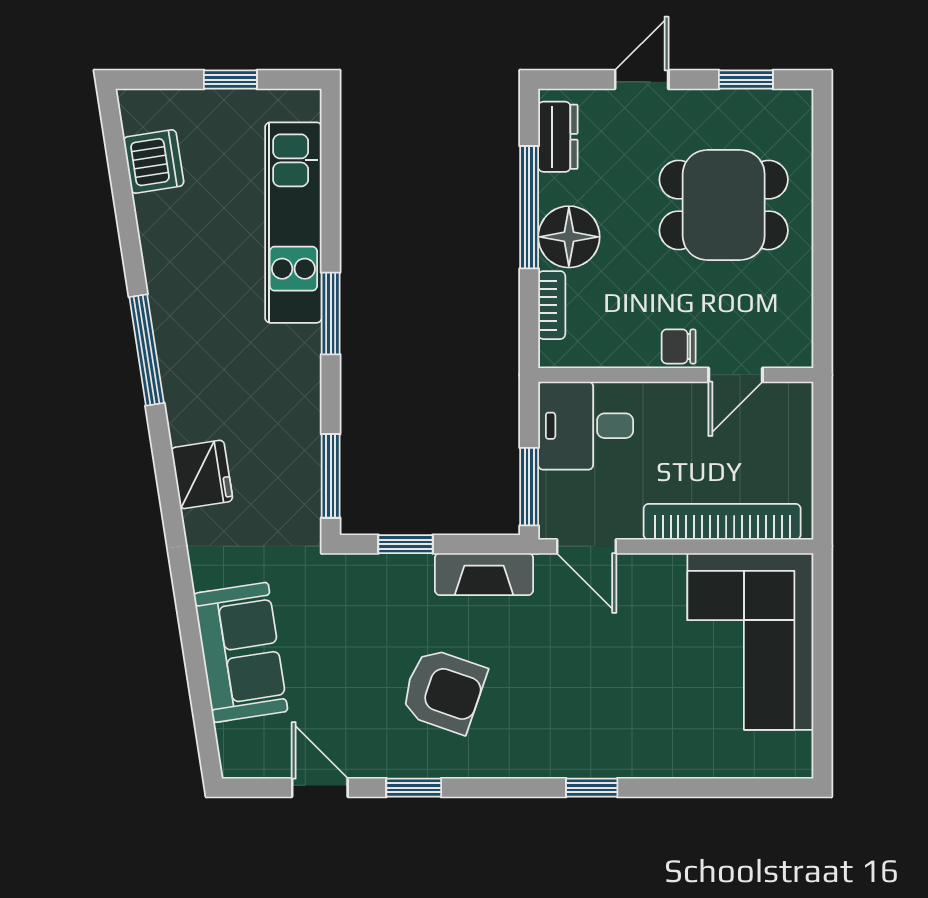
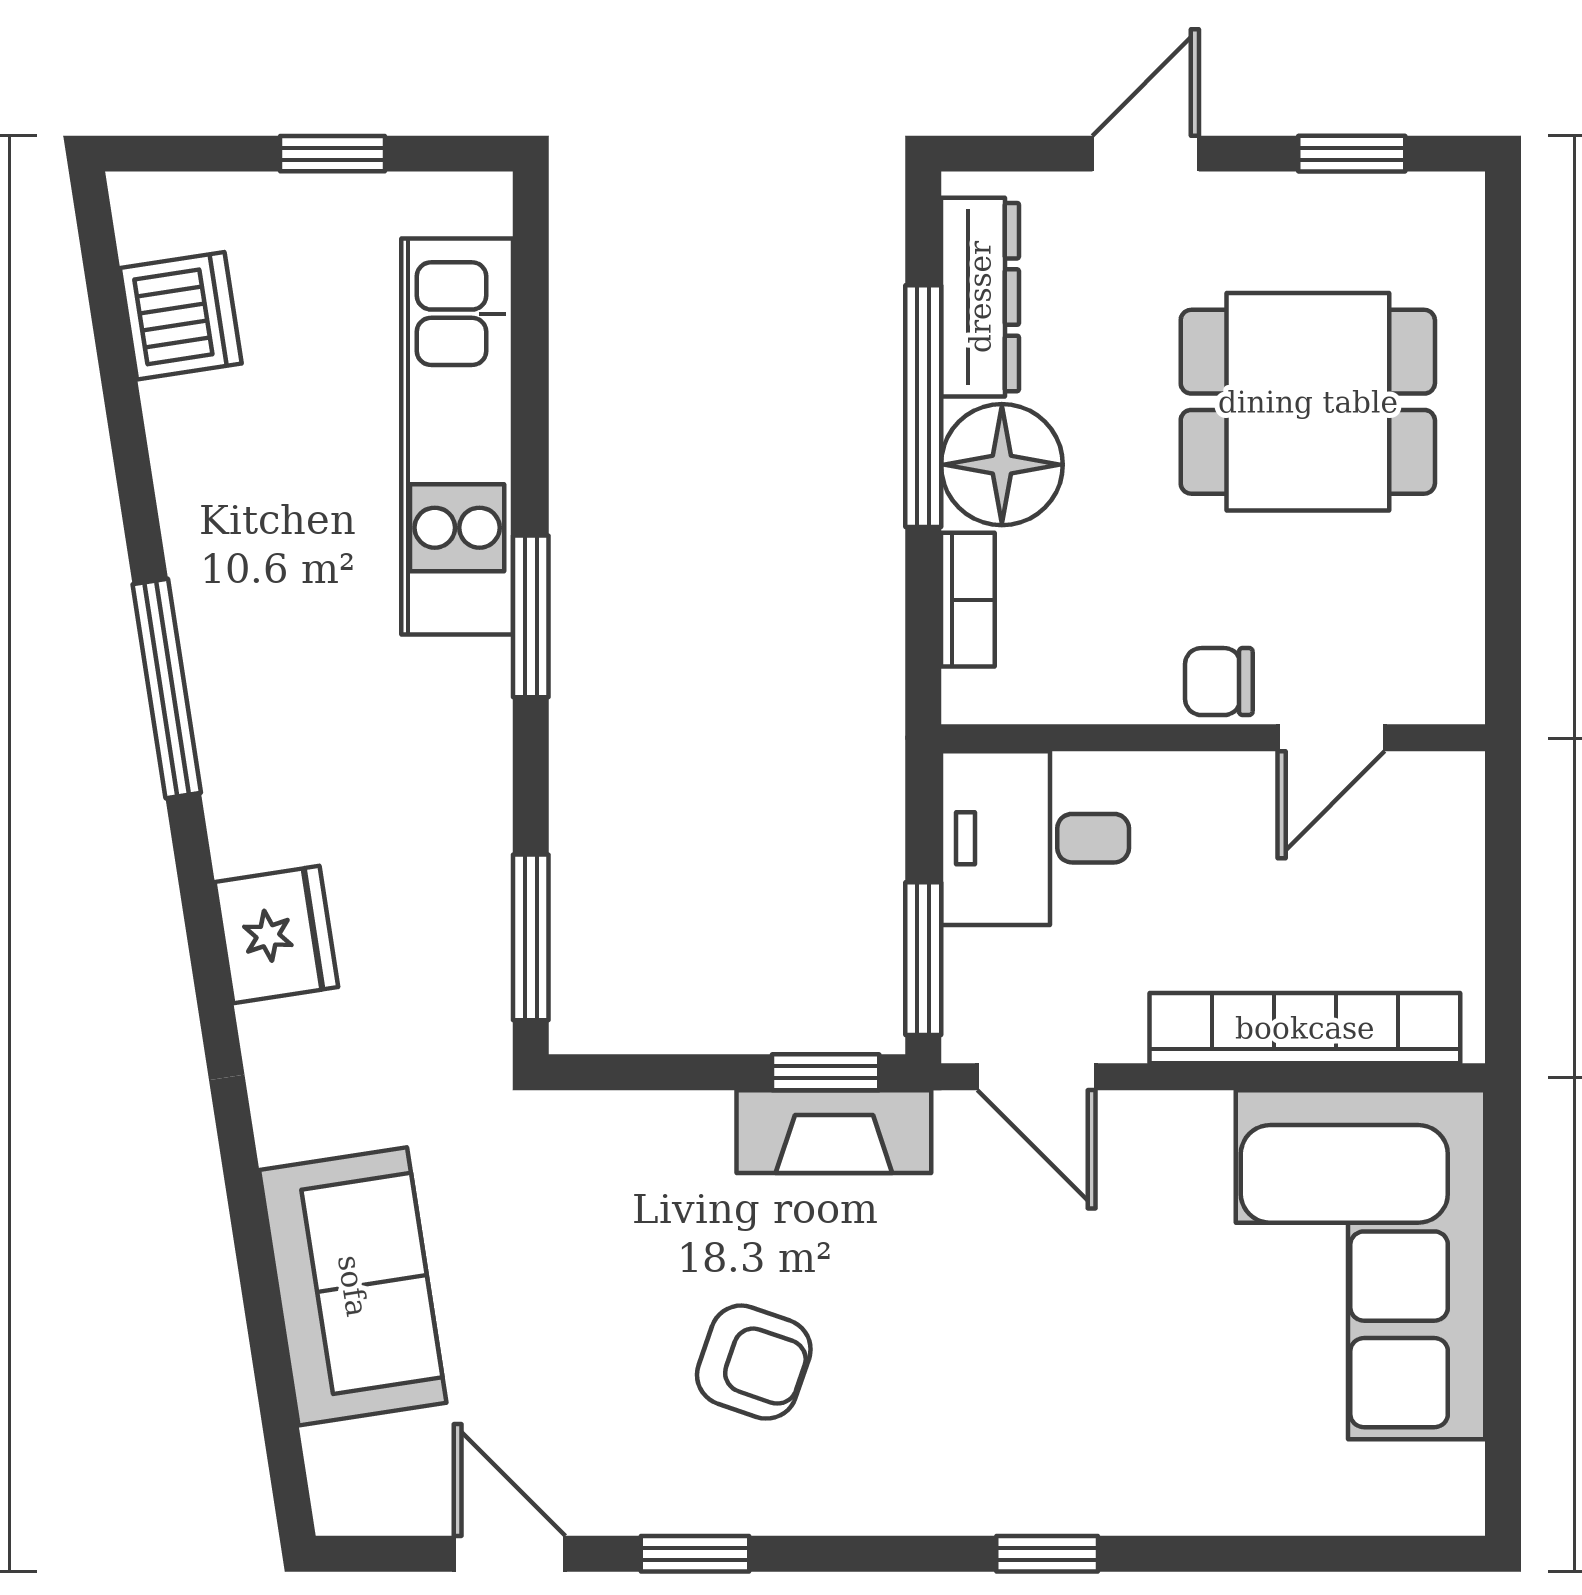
dresser: (558, 137) -> (980, 297), width x1.44
window: (405, 544) -> (826, 1072), moved
armchair: (443, 691) -> (754, 1362), width x0.72, depth x0.72

